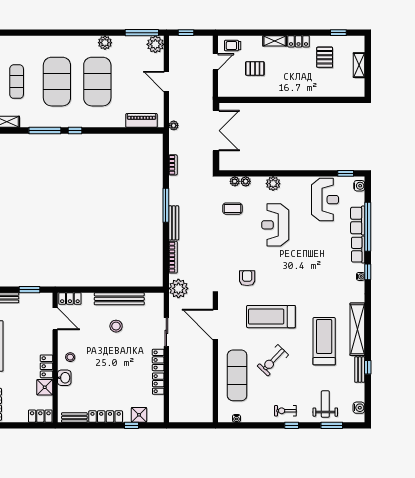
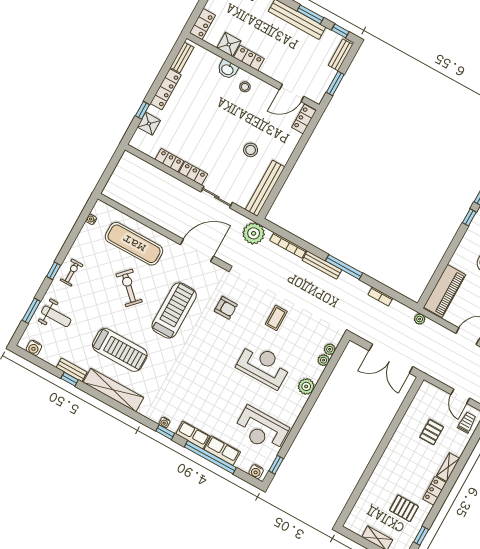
piano: (142, 120) -> (445, 291), width x1.37, depth x1.33
coffee table: (232, 209) -> (276, 318), moved
bench: (119, 299) -> (265, 188), moved

